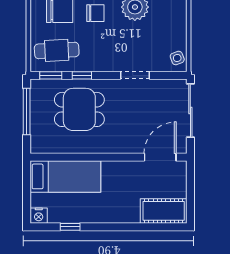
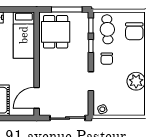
chair: (95, 13) -> (107, 59), moved
dining table: (79, 109) -> (56, 32), moved
door: (160, 157) -> (37, 98), swing flipped

